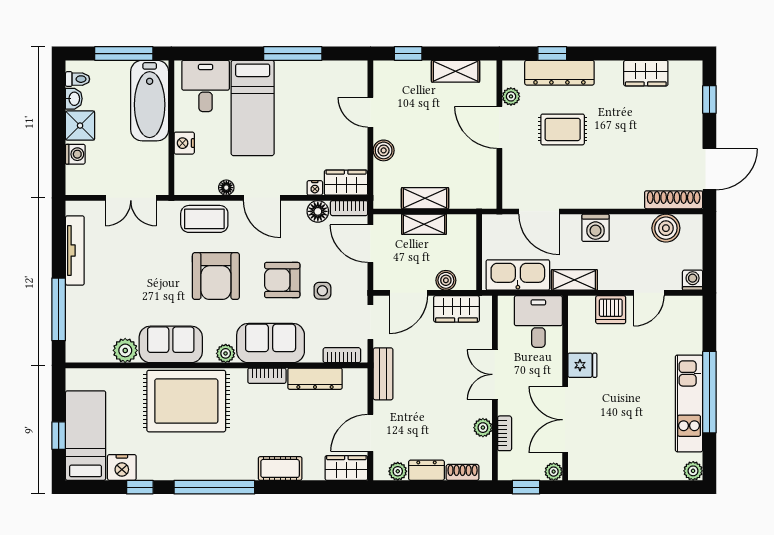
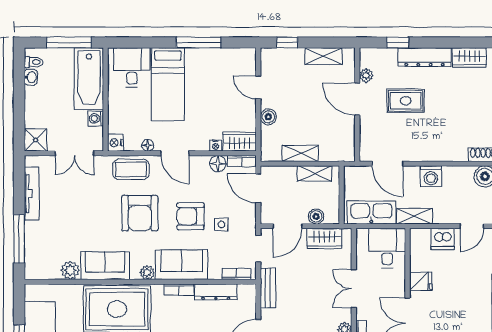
dresser: (559, 73) -> (424, 57), moved
shower: (80, 126) -> (36, 140), moved
nightstand: (184, 143) -> (115, 143), moved
washing machine: (75, 154) -> (96, 118), moved, turned 180
shelving: (424, 224) -> (314, 173), moved

